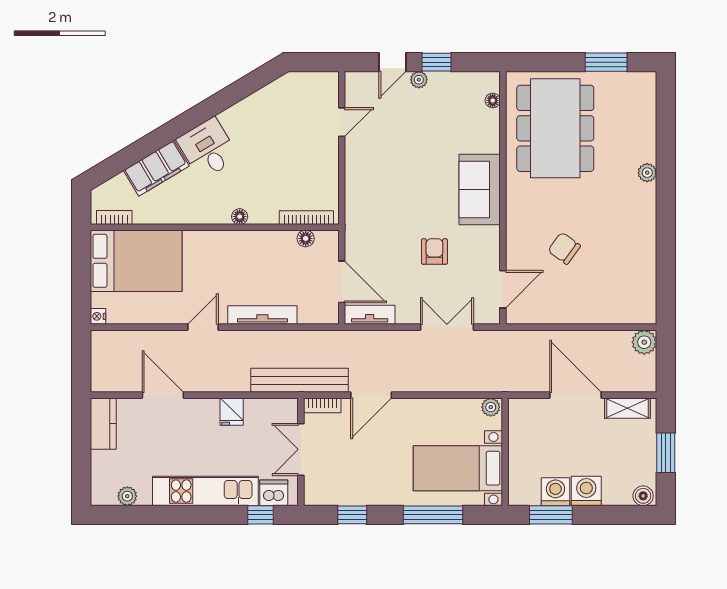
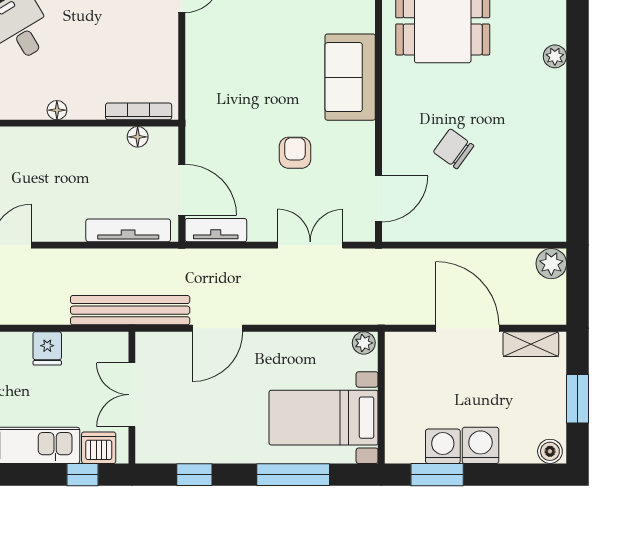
tv unit: (262, 315) -> (128, 230), moved
bookcase: (322, 405) -> (158, 341), removed

